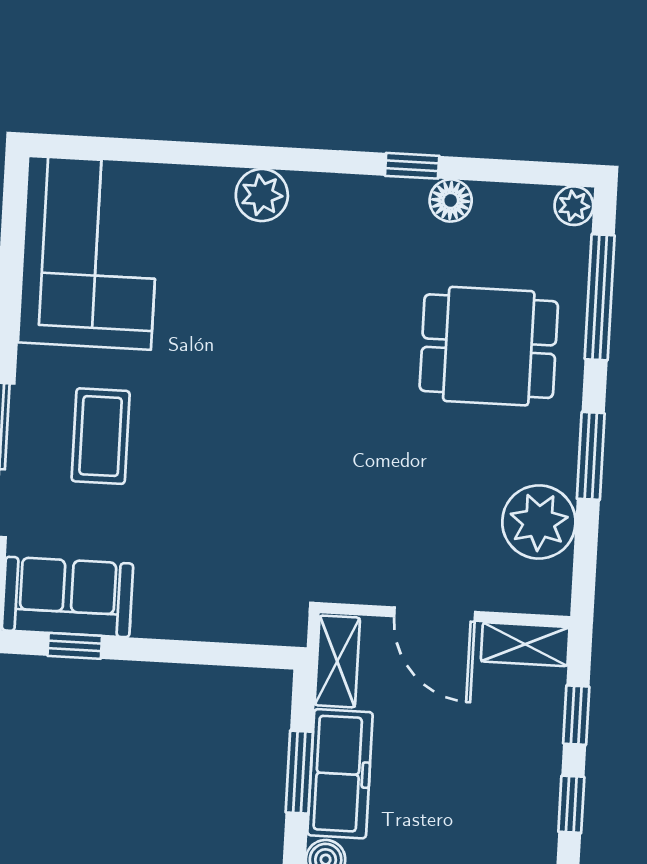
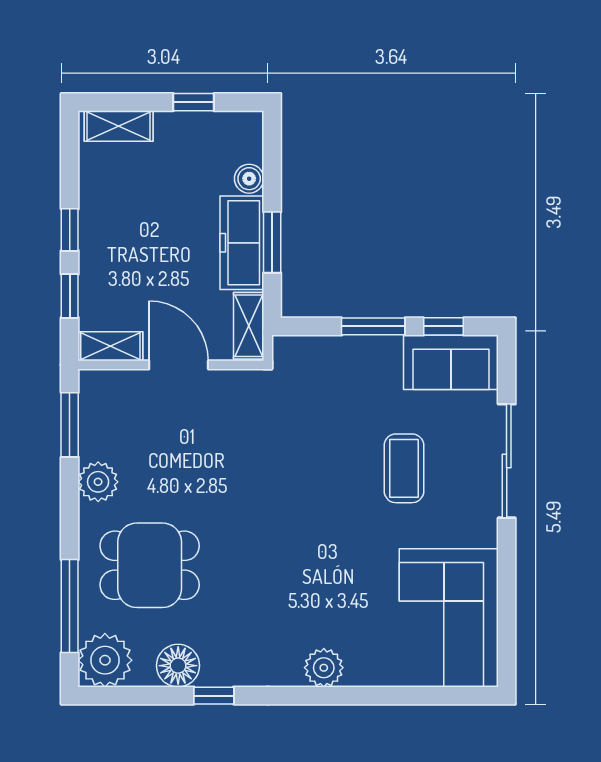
floor lamp: (451, 201) -> (178, 666), width x1.38, depth x1.38
plant: (574, 206) -> (105, 660), width x1.88, depth x1.88
coffee table: (101, 436) -> (404, 468), moved
window: (591, 456) -> (70, 425), moved
plant: (539, 522) -> (98, 482), moved, width x0.73, depth x0.73
window: (170, 651) -> (373, 326), added

